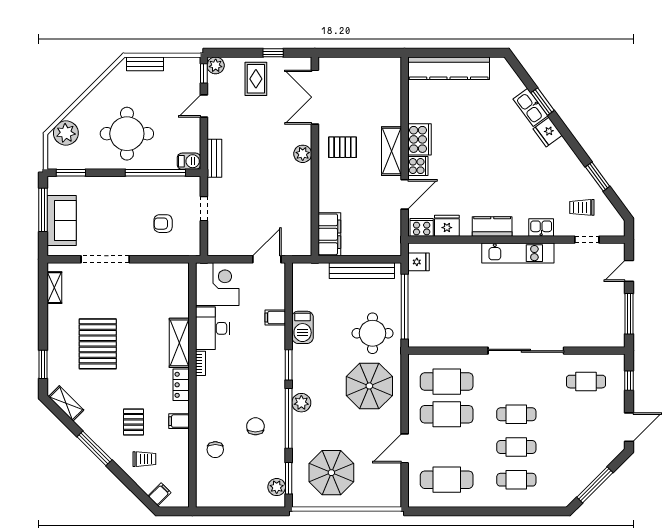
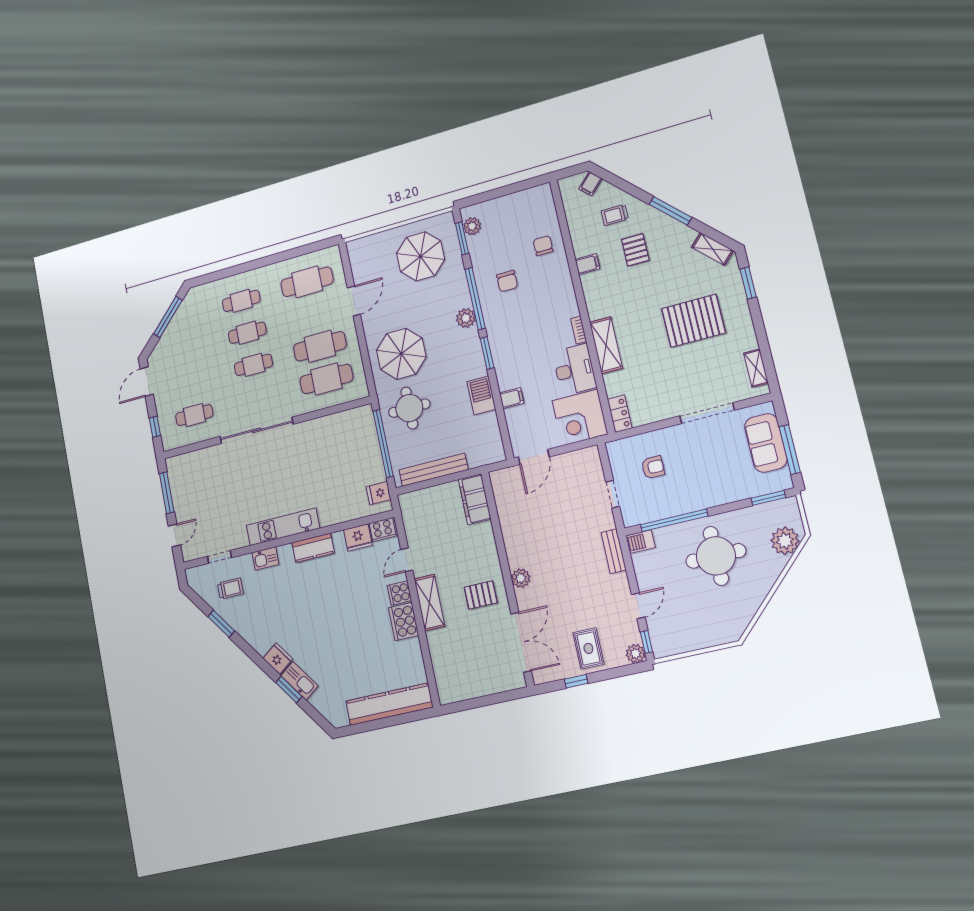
bench: (145, 64) -> (714, 638), removed
door: (405, 194) -> (407, 560), width x0.73
pallet: (98, 344) -> (693, 321), turned 90
locker: (181, 385) -> (620, 414), moved

